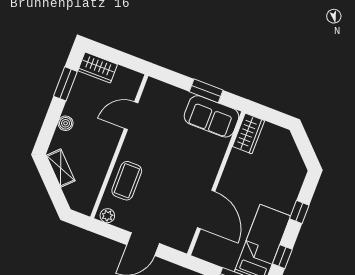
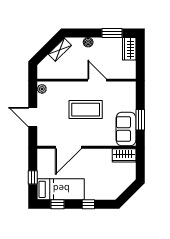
door: (131, 116) -> (97, 80), moved
coffee table: (127, 181) -> (86, 110), moved, width x1.36, depth x1.32

